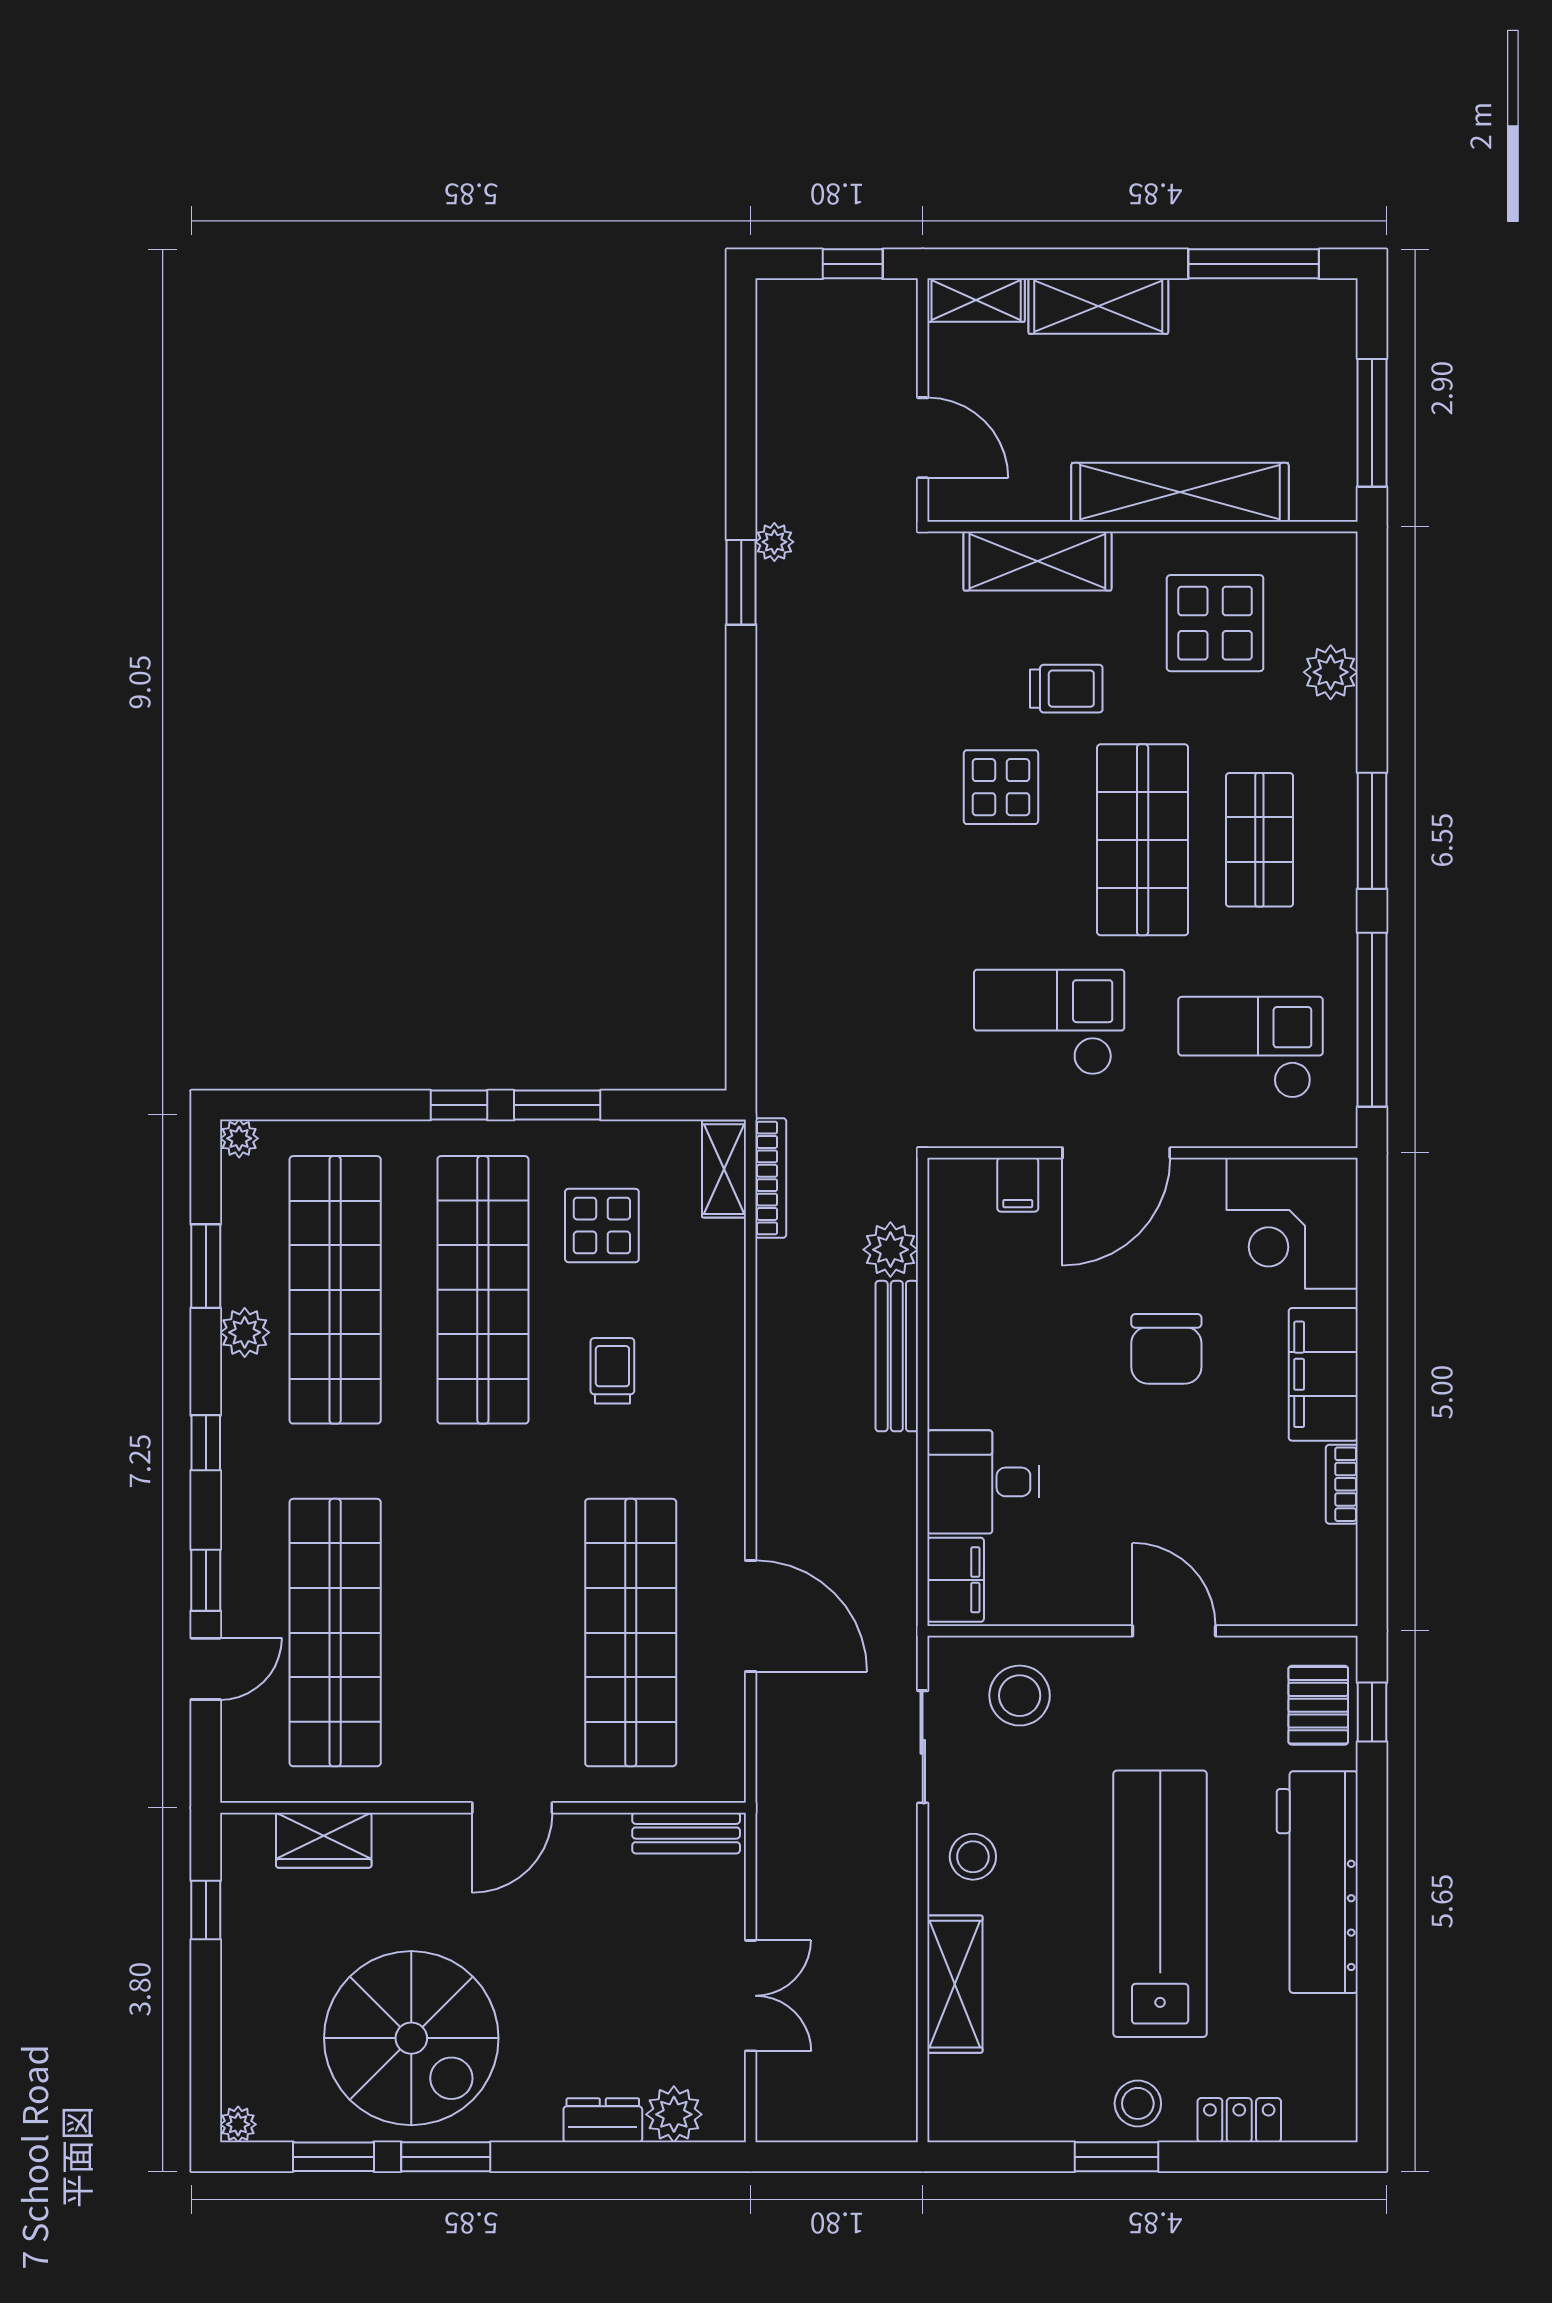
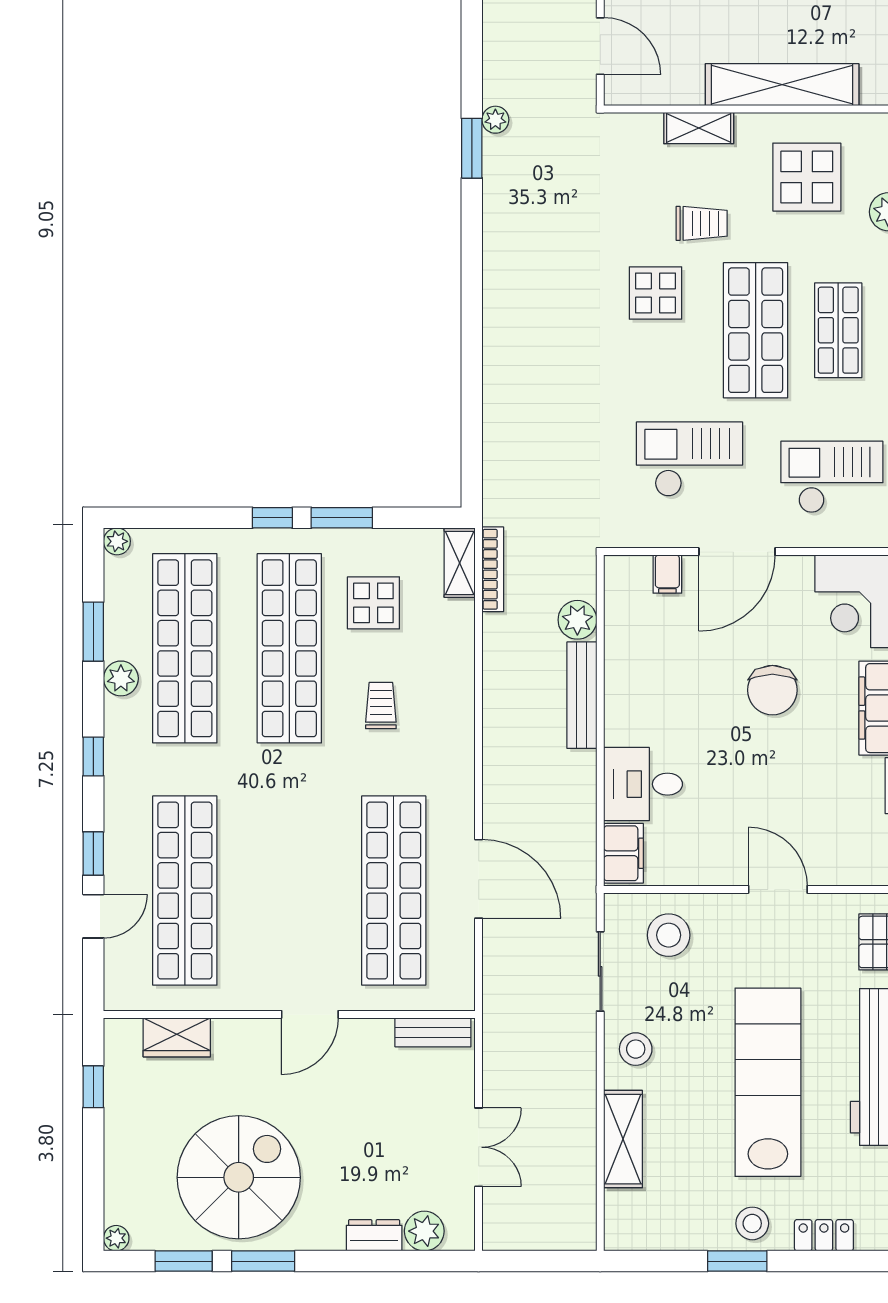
shelving: (1037, 561) -> (699, 128), width x0.67, depth x0.75
spiral stairs: (411, 2038) -> (239, 1177), turned -90

